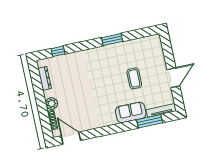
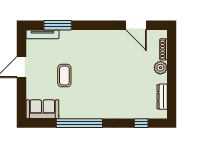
window: (112, 40) -> (79, 123), width x2.11
sofa: (131, 112) -> (42, 109), moved, turned 180
door: (71, 138) -> (136, 25), moved

